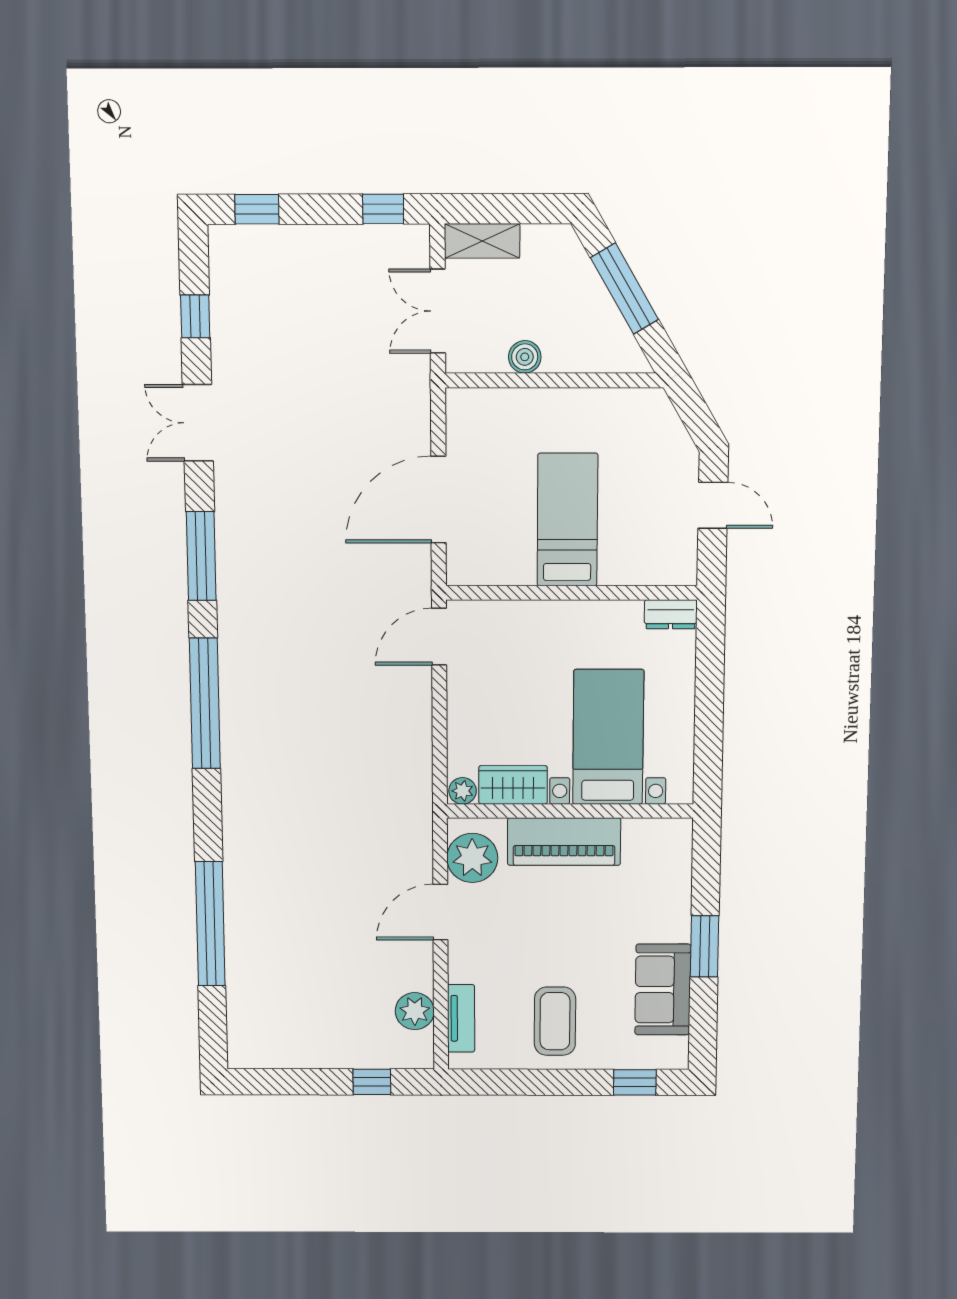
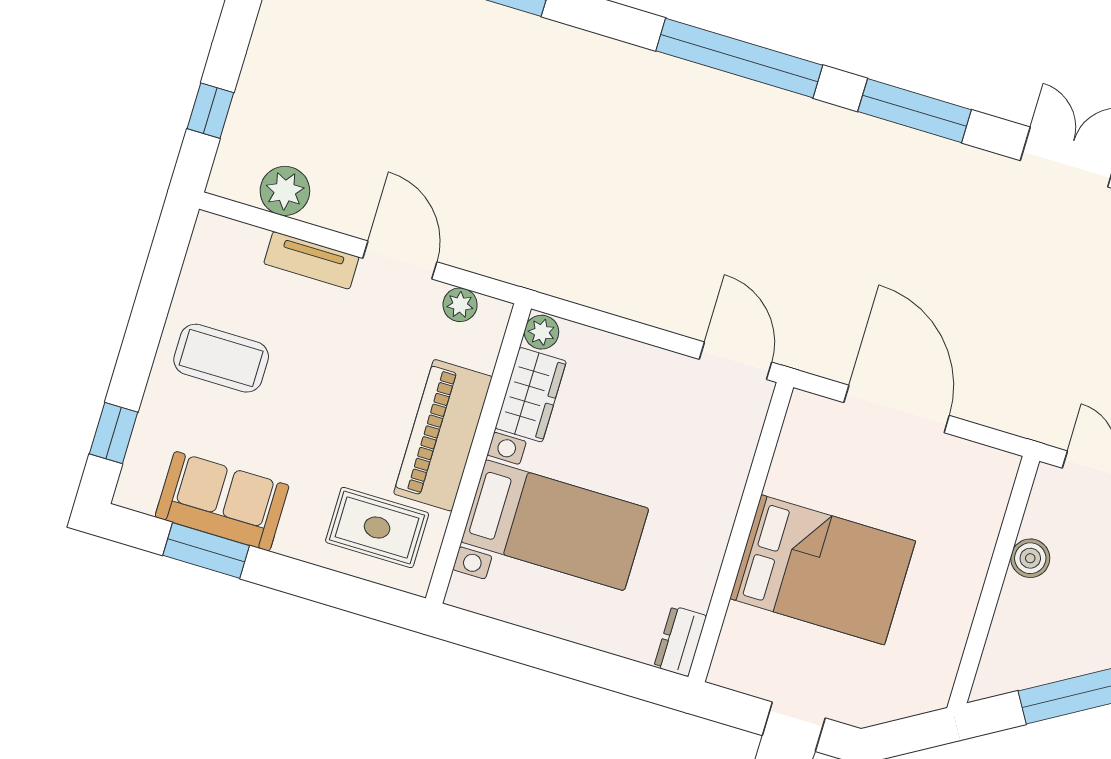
bed: (567, 520) -> (823, 570), width x1.50
plant: (472, 858) -> (460, 305), width x0.53, depth x0.53
rug: (649, 870) -> (377, 527), added
window: (705, 946) -> (206, 550), moved
tv unit: (461, 1018) -> (311, 260), moved

